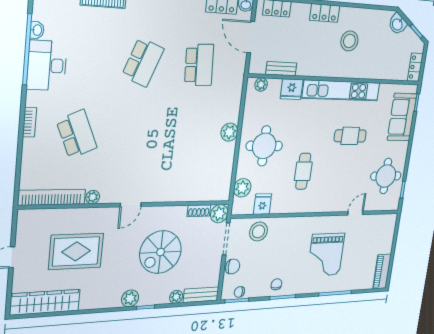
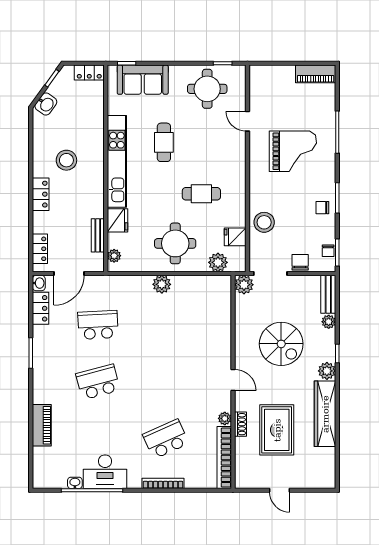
school desk: (143, 62) -> (98, 382), turned -36
bookcase: (30, 122) -> (163, 483), width x1.56
shoe rack: (199, 211) -> (240, 424), moved
stool: (258, 231) -> (264, 222), moved
wardrobe: (45, 302) -> (325, 414), moved

